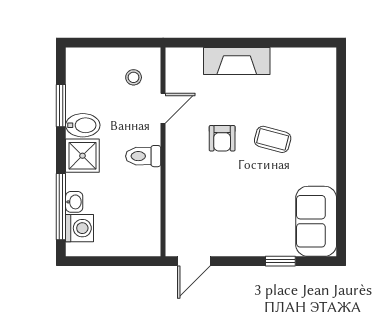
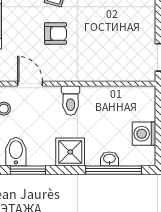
bidet: (83, 125) -> (16, 152), moved
washing machine: (80, 228) -> (144, 134), moved, turned -90

